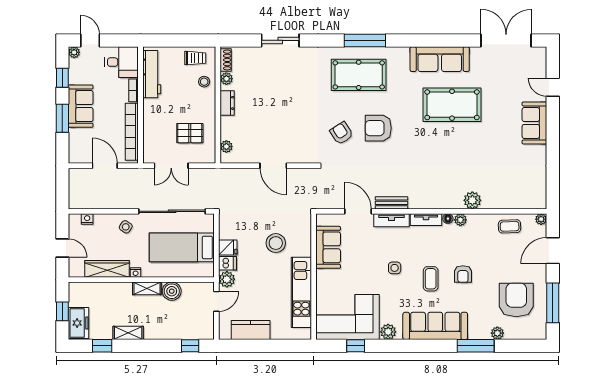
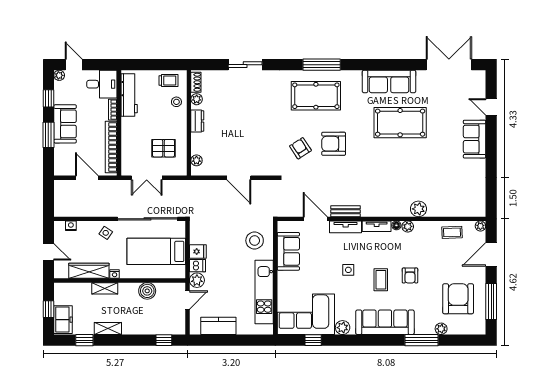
stool: (276, 243) -> (255, 241), moved
shelving: (147, 288) -> (105, 288), moved

